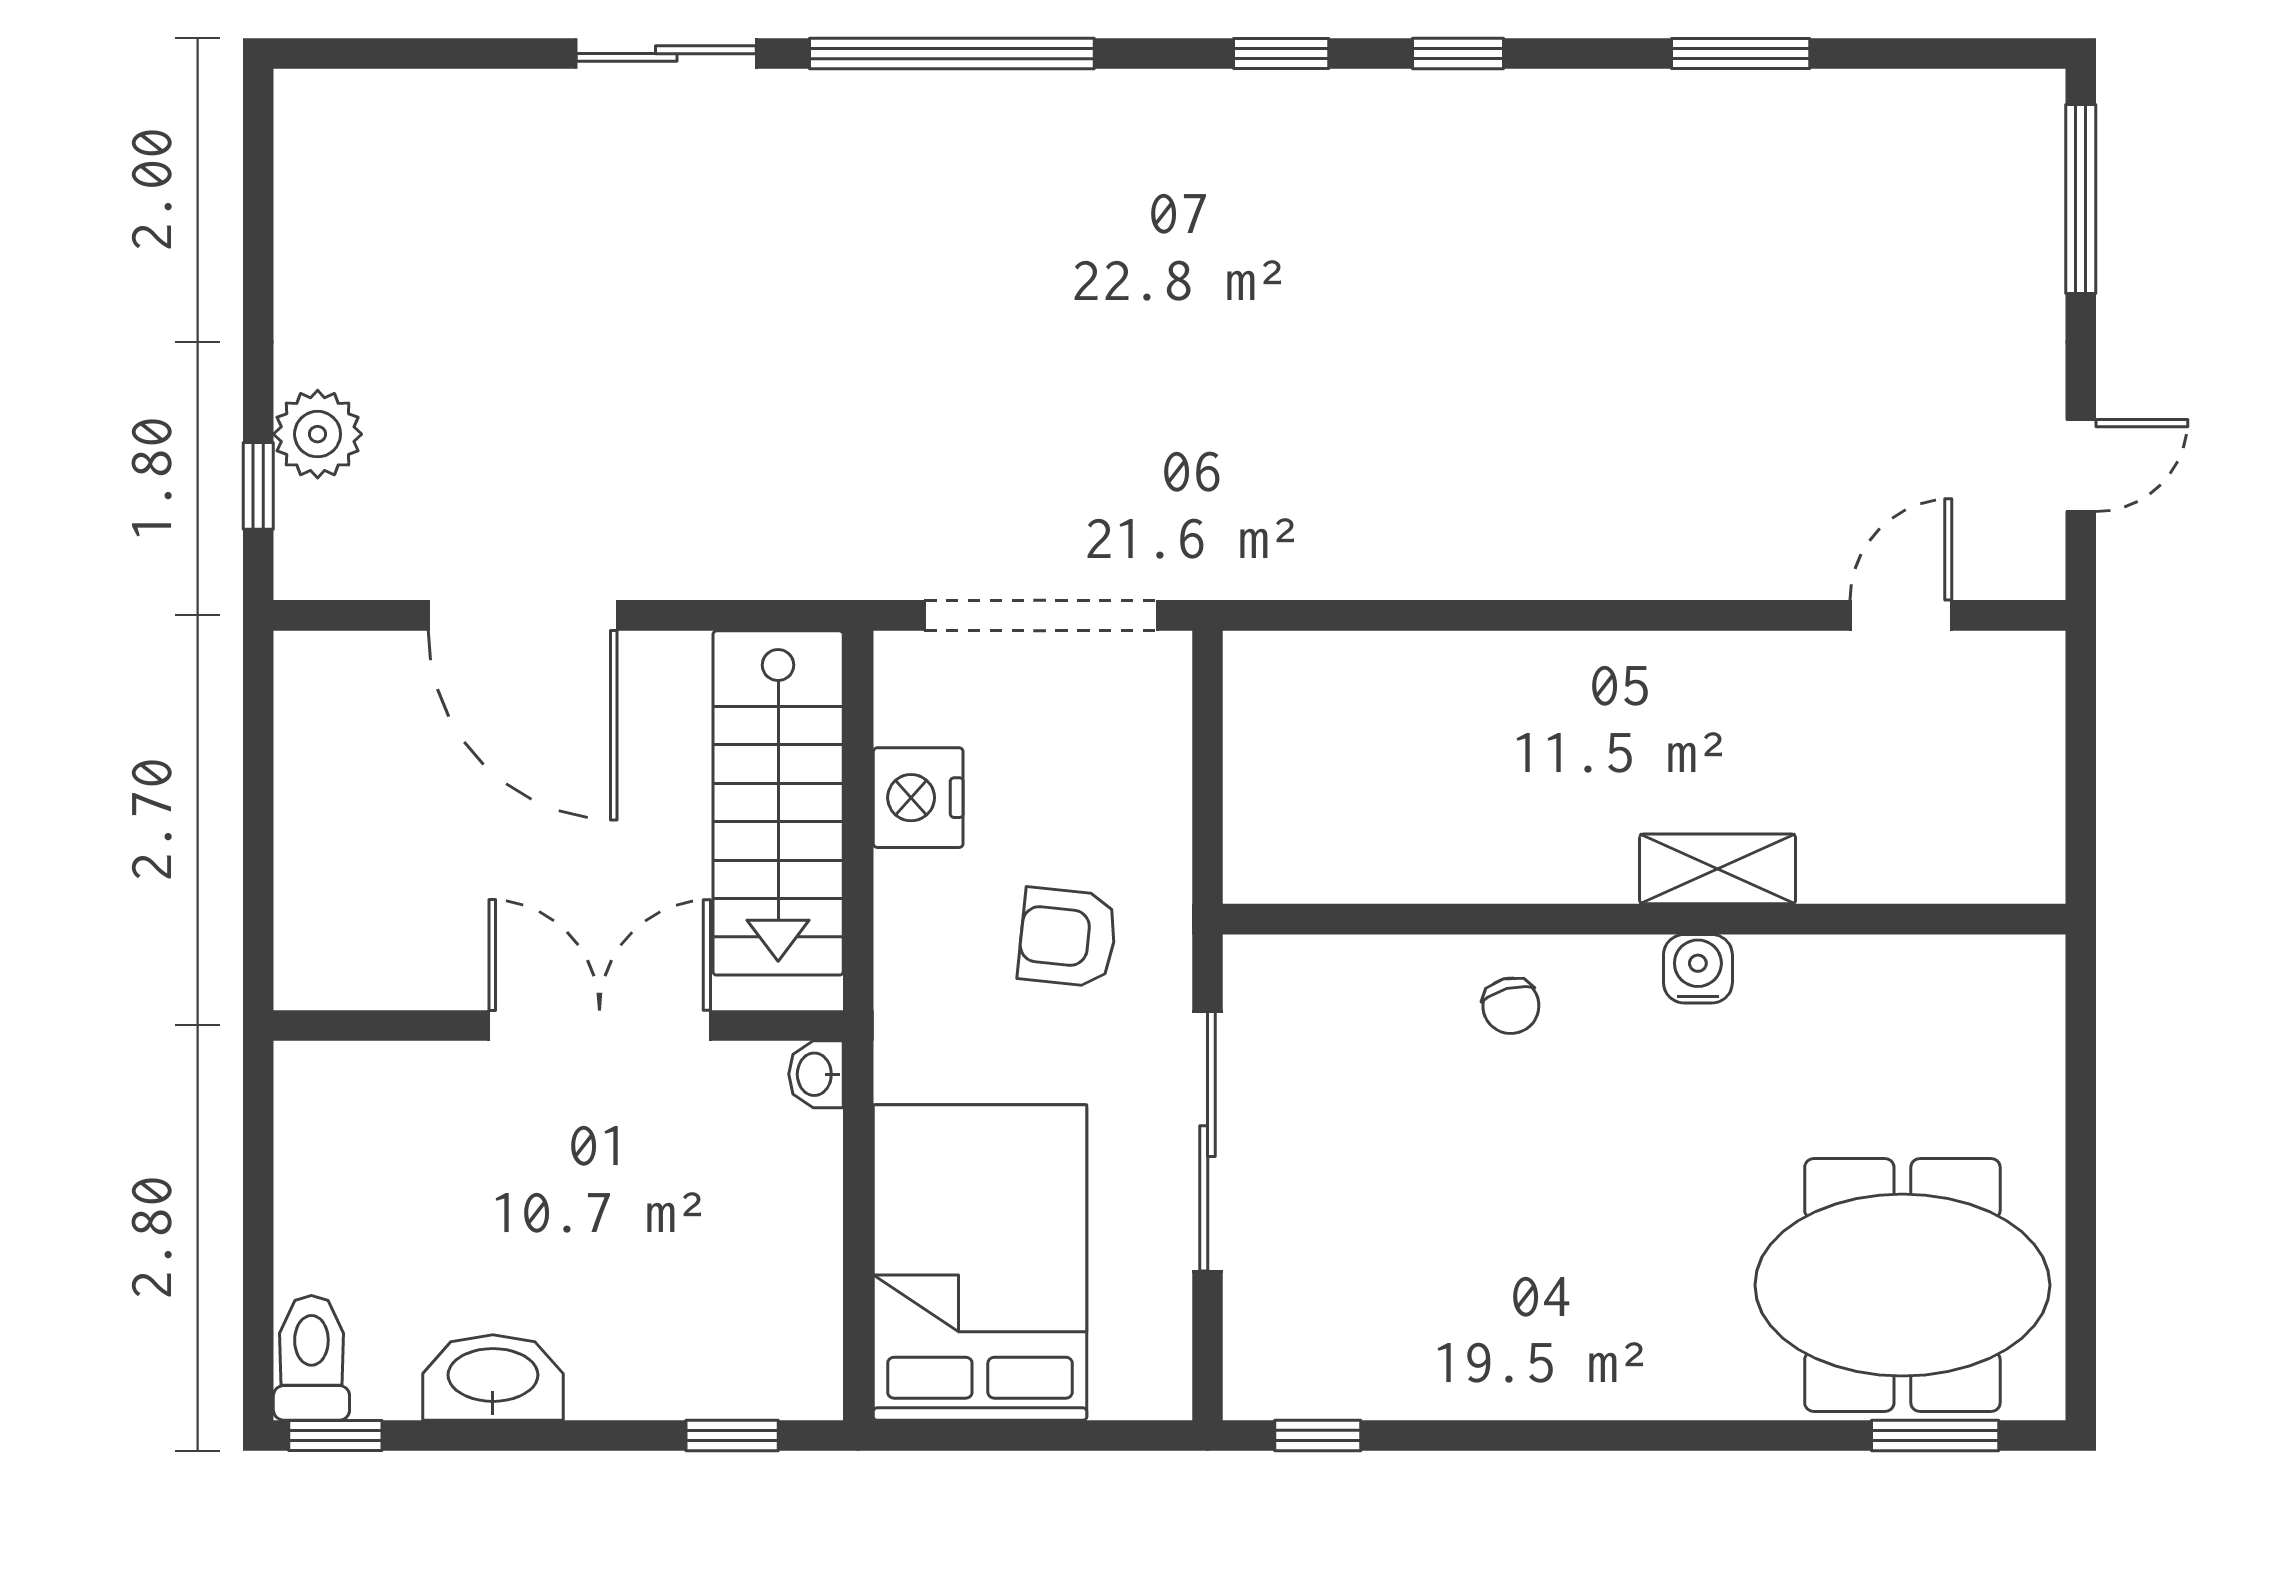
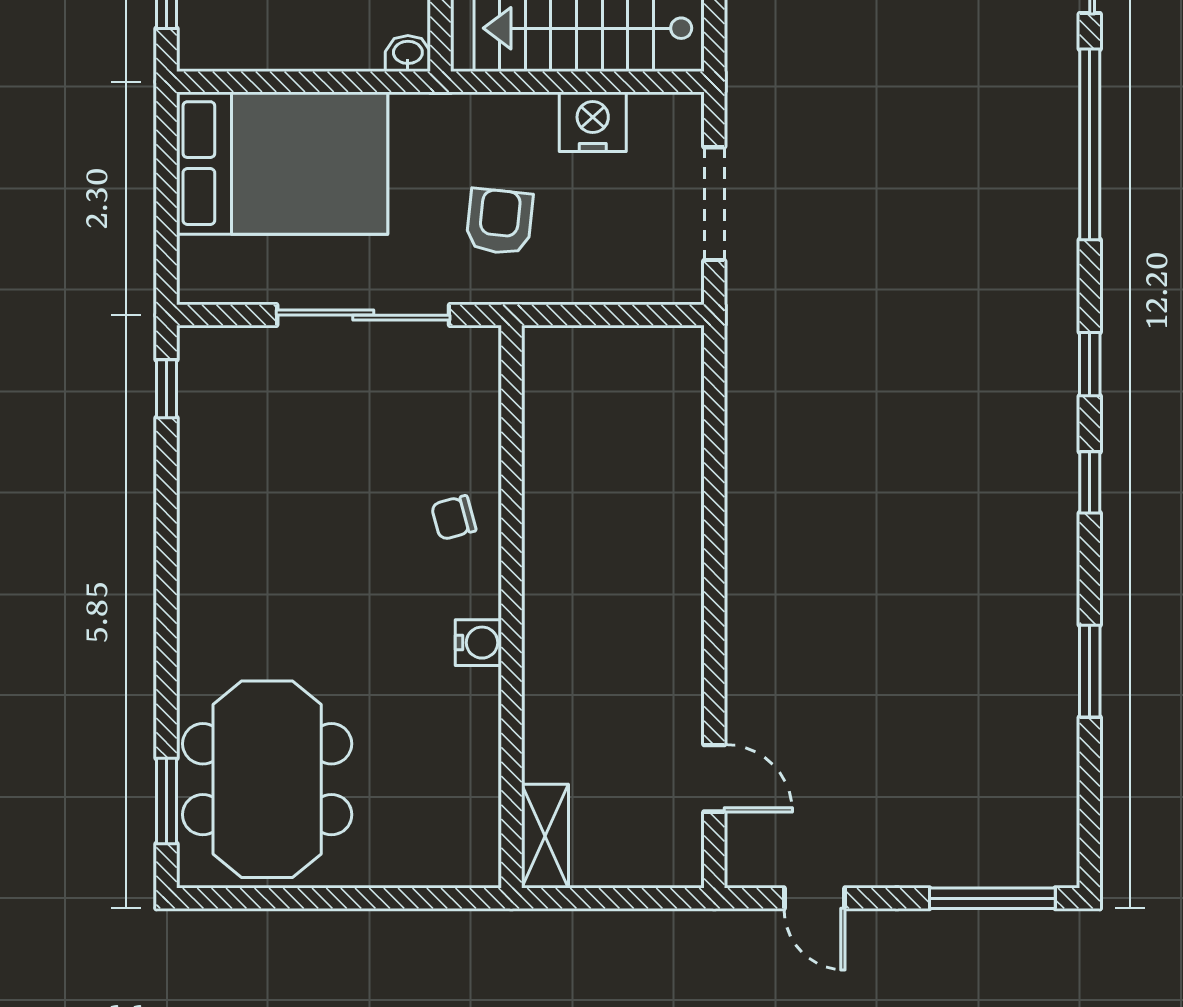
doorway: (1041, 615) -> (714, 204), width x0.73
shelving: (1718, 869) -> (545, 836), moved

